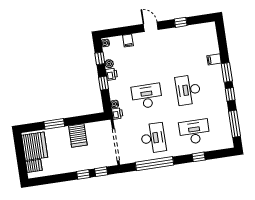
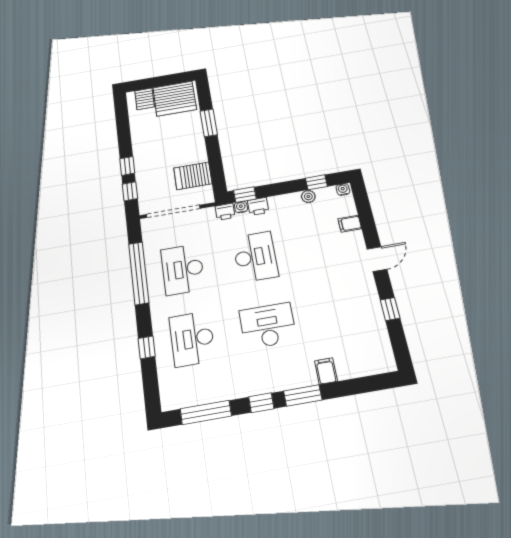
printer: (112, 74) -> (258, 206), moved
window: (104, 83) -> (245, 195), moved
desk: (194, 132) -> (192, 339), turned 180
server rack: (78, 135) -> (193, 176), moved
desk: (153, 138) -> (183, 269), turned 90

